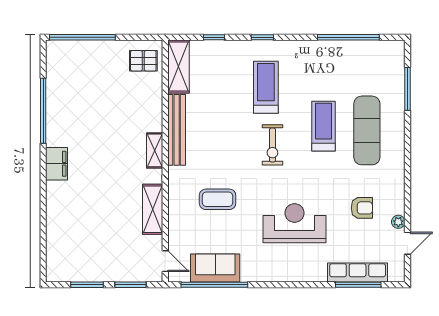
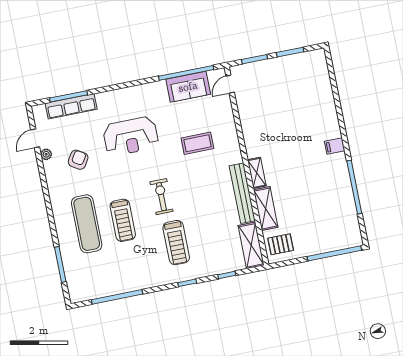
filing cabinet: (57, 164) -> (335, 146), width x0.50
armchair: (362, 208) -> (78, 160), turned 122
shelving: (153, 209) -> (266, 209), moved
door: (165, 261) -> (230, 84), hinge flipped

